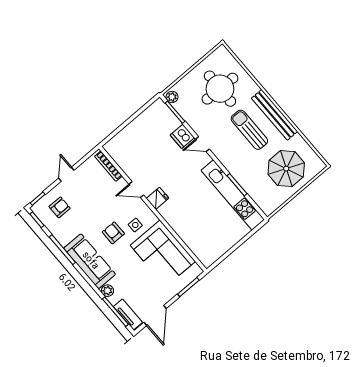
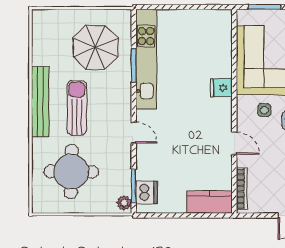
sun lounger: (249, 130) -> (77, 108), turned 180
dishwasher: (182, 136) -> (146, 192), moved
kitchen counter: (121, 141) -> (210, 202), added
parasol: (286, 169) -> (95, 47), moved
fridge: (157, 198) -> (221, 88), moved

